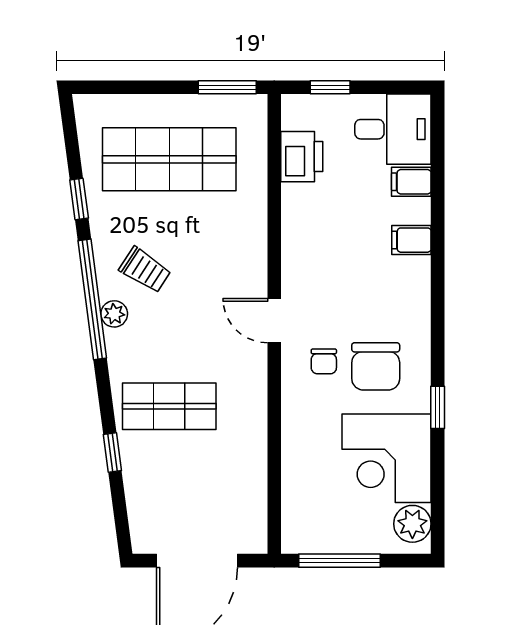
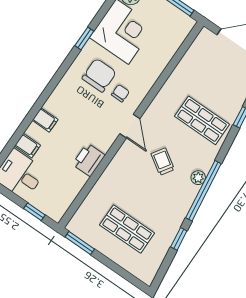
printer: (302, 157) -> (89, 160), moved
shop shelf: (169, 159) -> (127, 229), width x0.70, depth x0.74
trolley: (145, 270) -> (163, 162), moved

